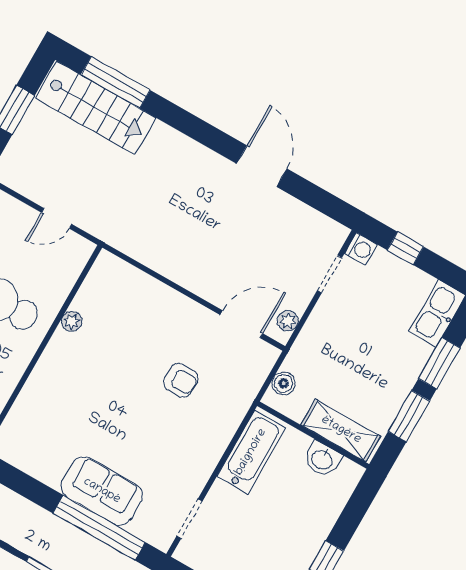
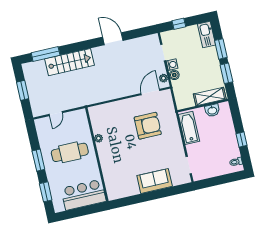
stairs: (96, 108) -> (69, 62), moved
door: (57, 218) -> (56, 114), moved
washing machine: (361, 249) -> (172, 65), moved
armchair: (181, 380) -> (148, 126), width x1.88, depth x1.88
boiler: (283, 383) -> (174, 75), moved
window: (99, 528) -> (164, 193), removed

